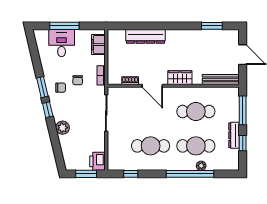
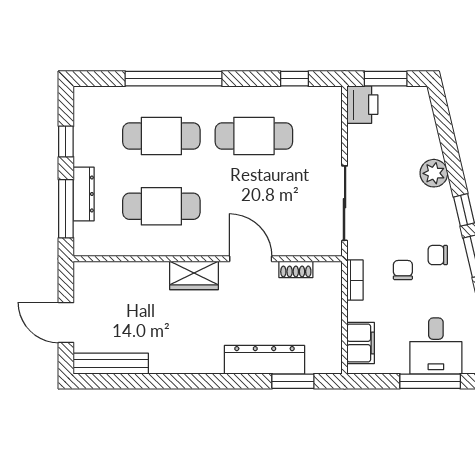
window: (212, 26) -> (293, 381), moved
bench: (221, 79) -> (111, 364), moved
dresser: (234, 135) -> (84, 194), moved
plant: (201, 166) -> (151, 96), removed

